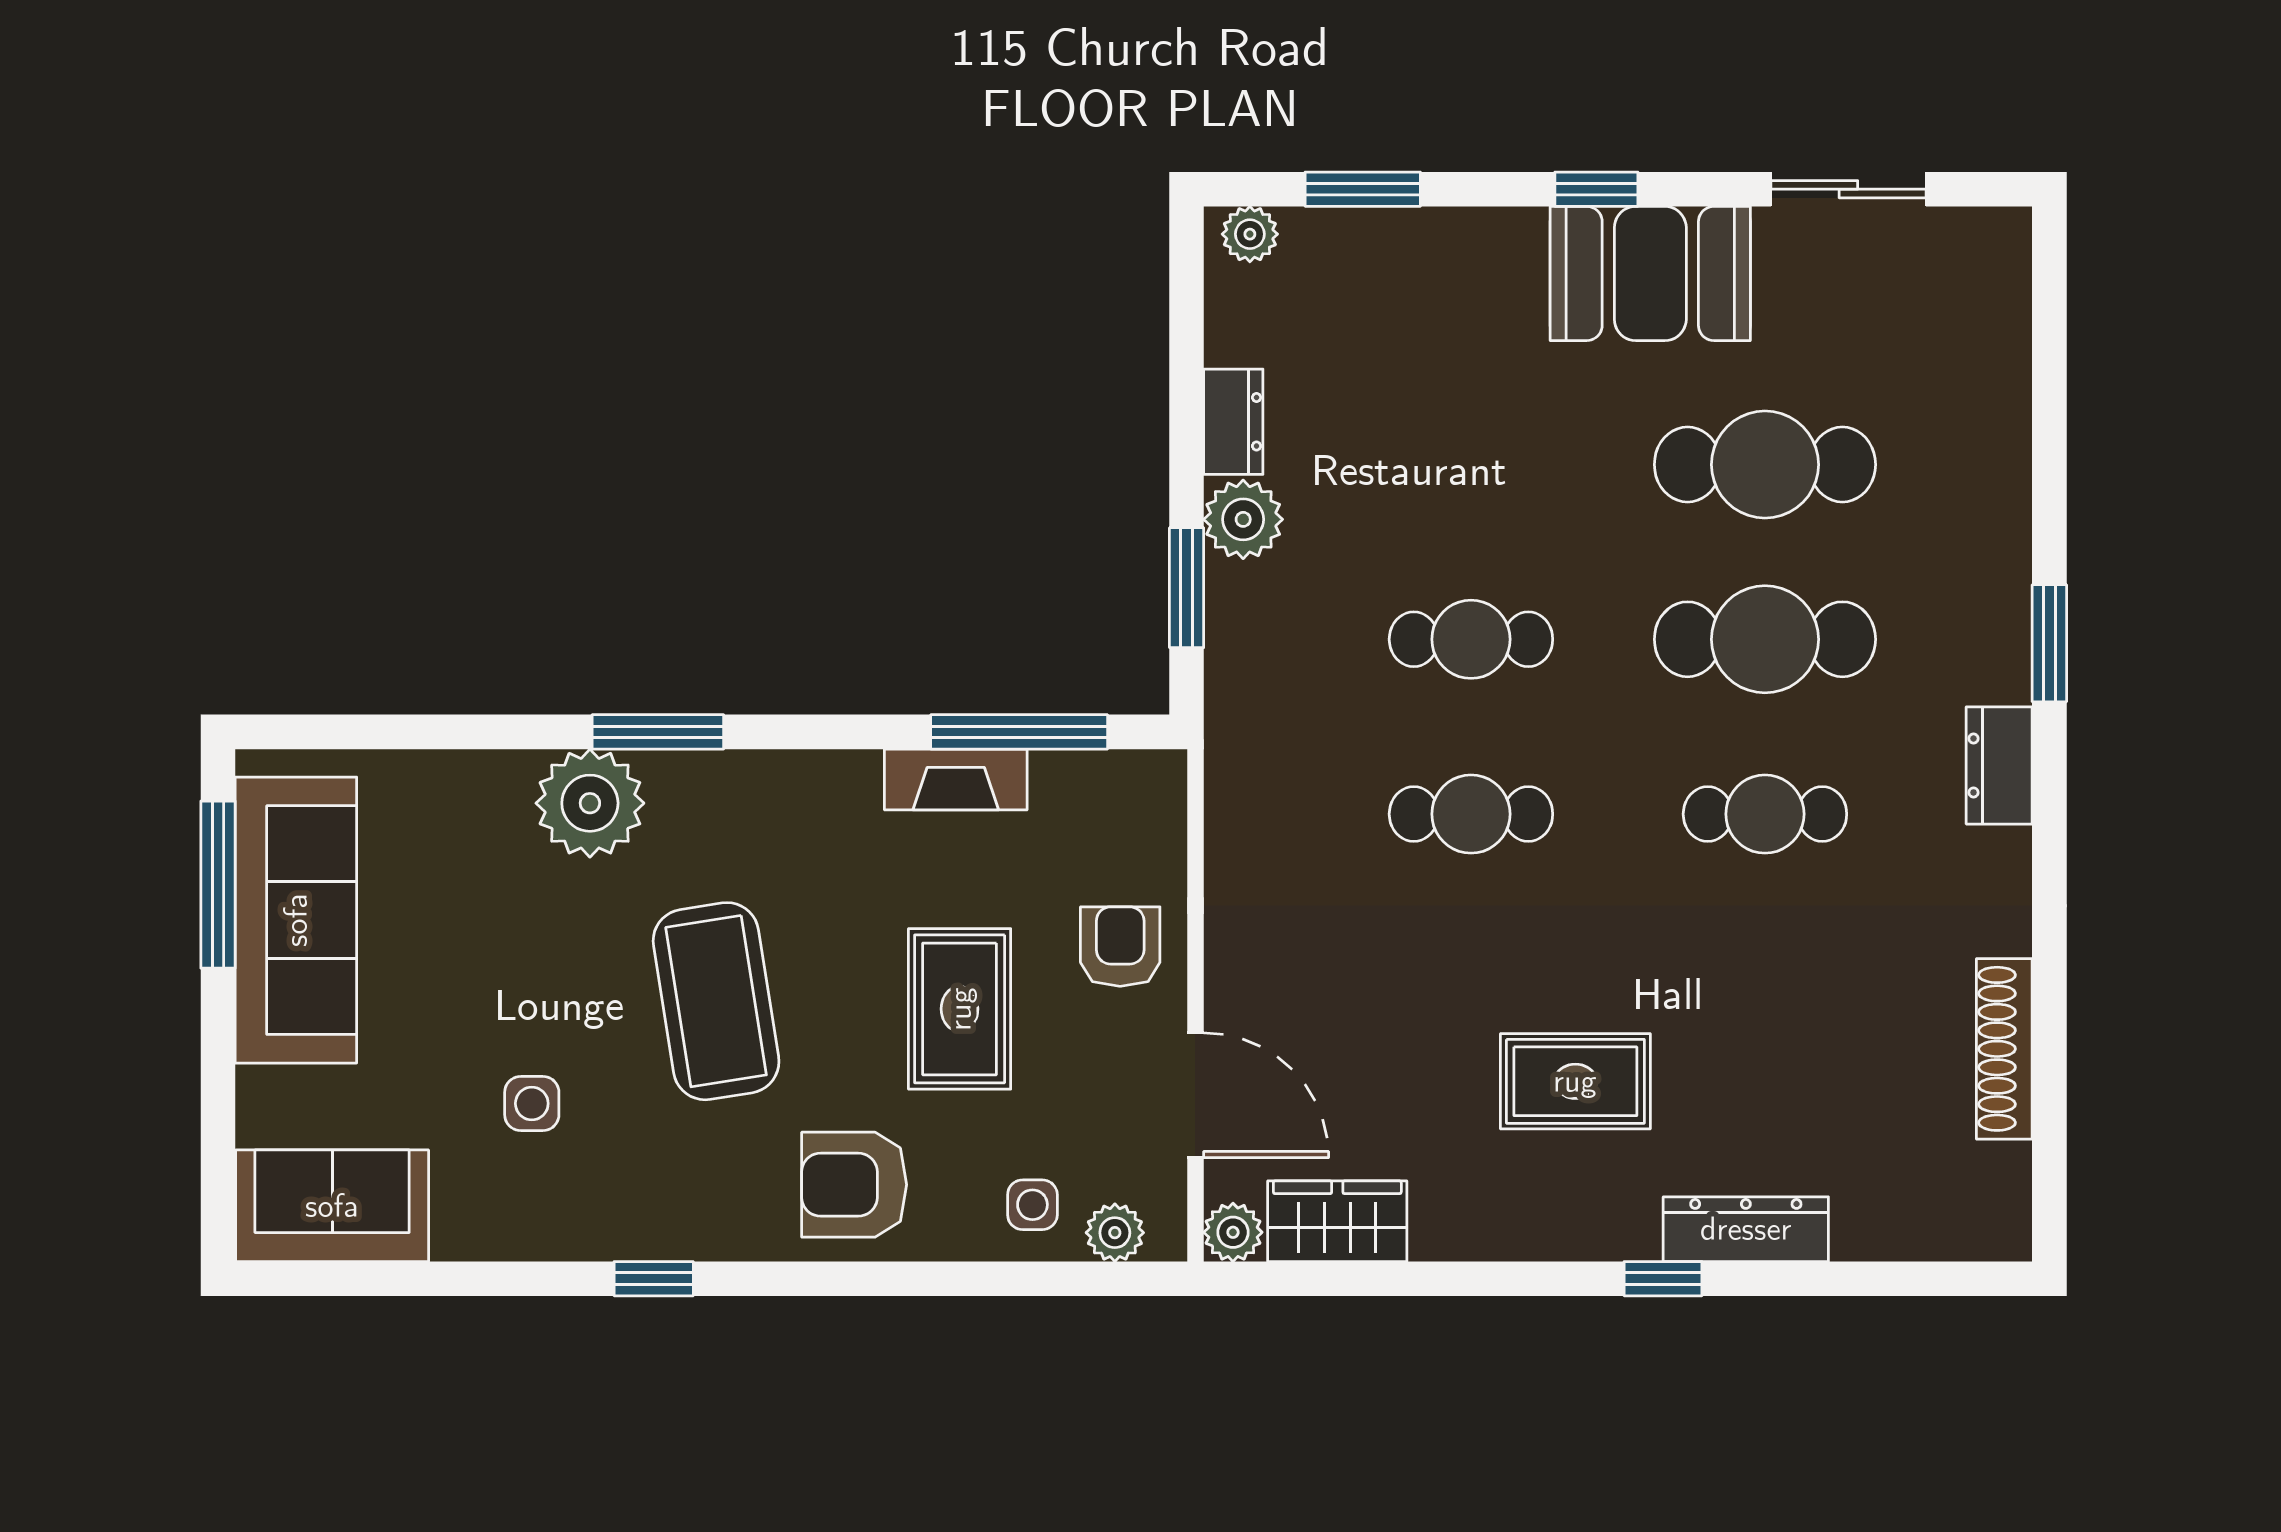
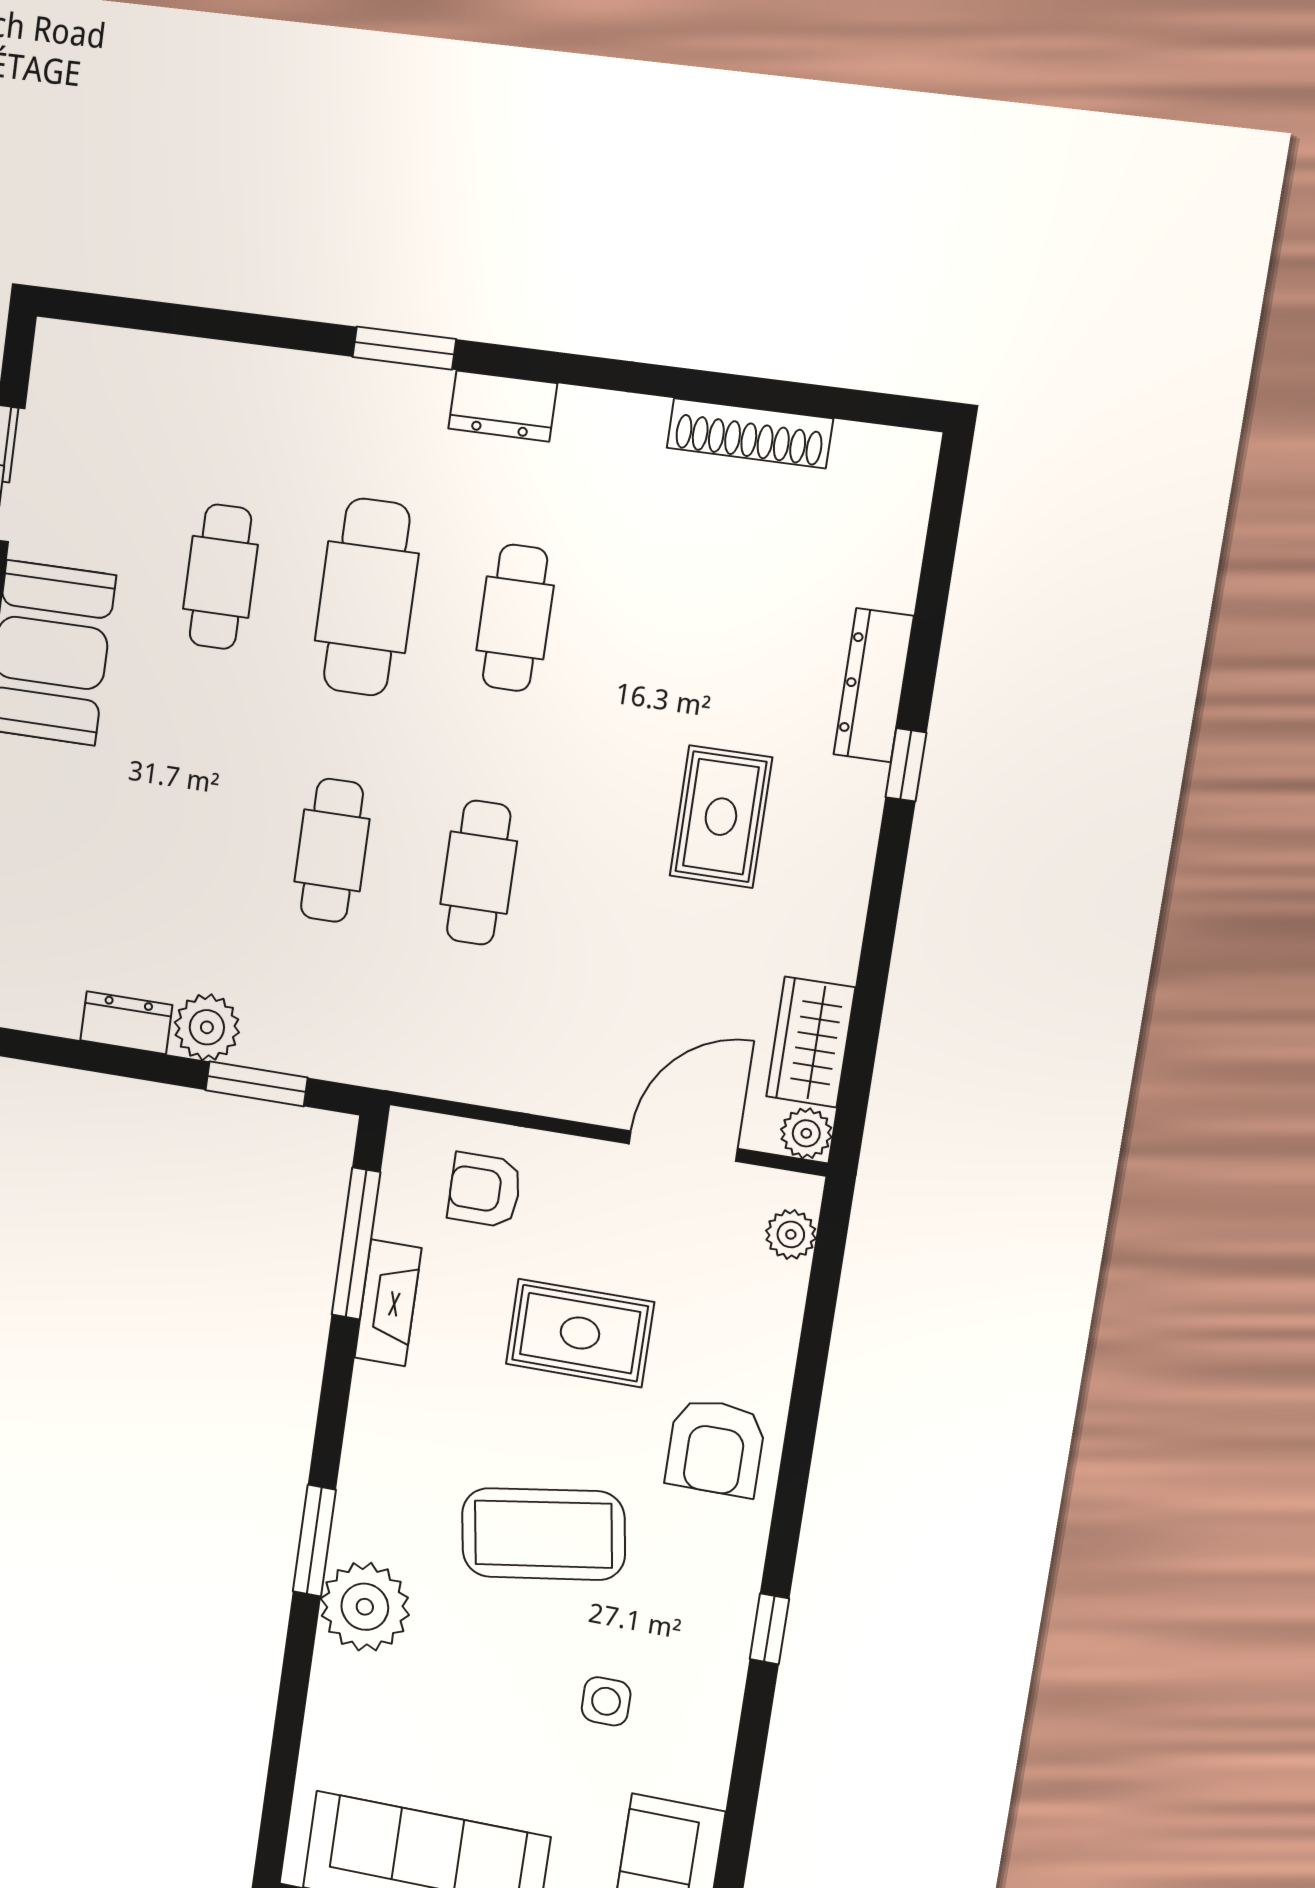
cafe table: (1765, 465) -> (220, 577), width x0.73, depth x0.74
armchair: (1120, 947) -> (485, 1190), moved
side table: (1032, 1205) -> (756, 1300), removed

